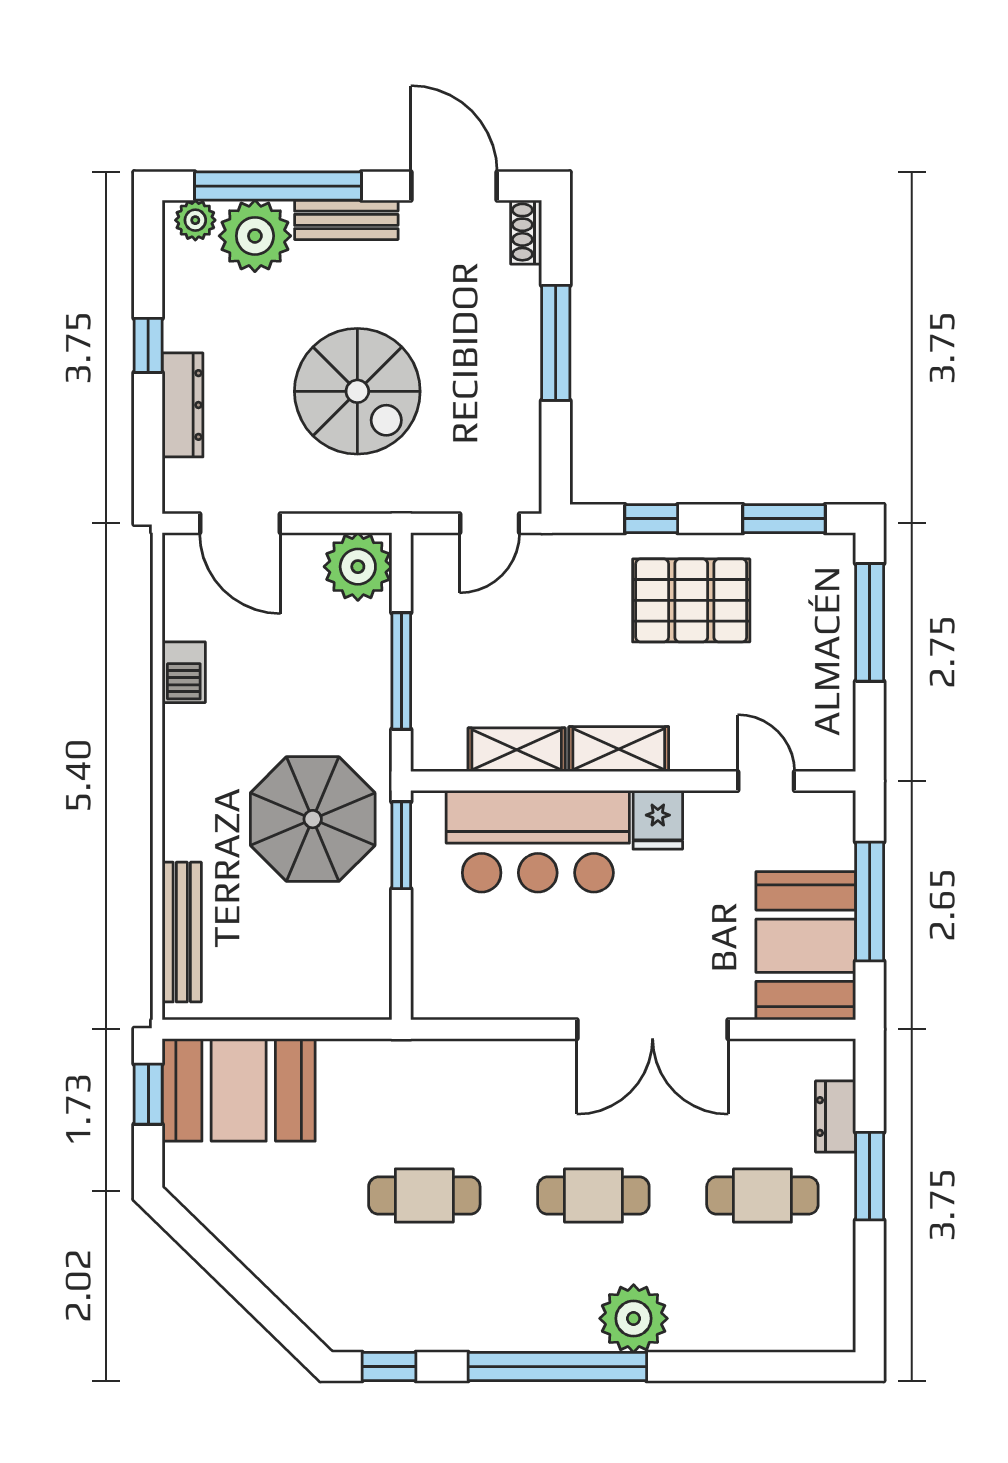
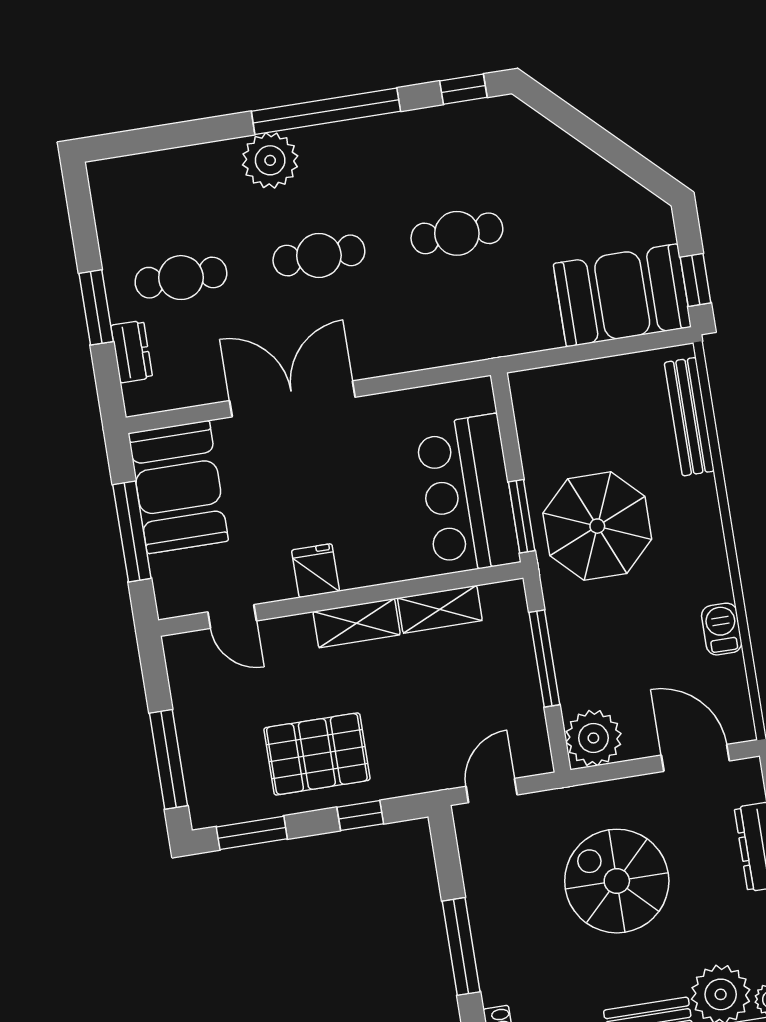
bar counter: (538, 841) -> (468, 494), moved, turned -90

